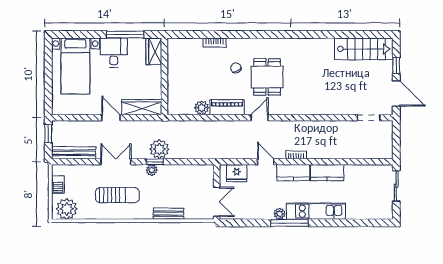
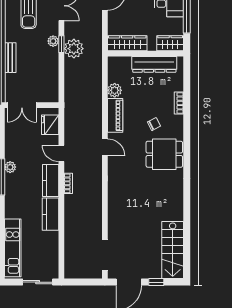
dresser: (175, 67) -> (154, 64), added
dining table: (267, 77) -> (164, 154), moved
wardrobe: (142, 107) -> (127, 43), moved, turned -90
doorway: (369, 118) -> (105, 255), width x1.38
door: (266, 162) -> (61, 153), swing flipped
kitchen unit: (316, 211) -> (13, 248), moved

